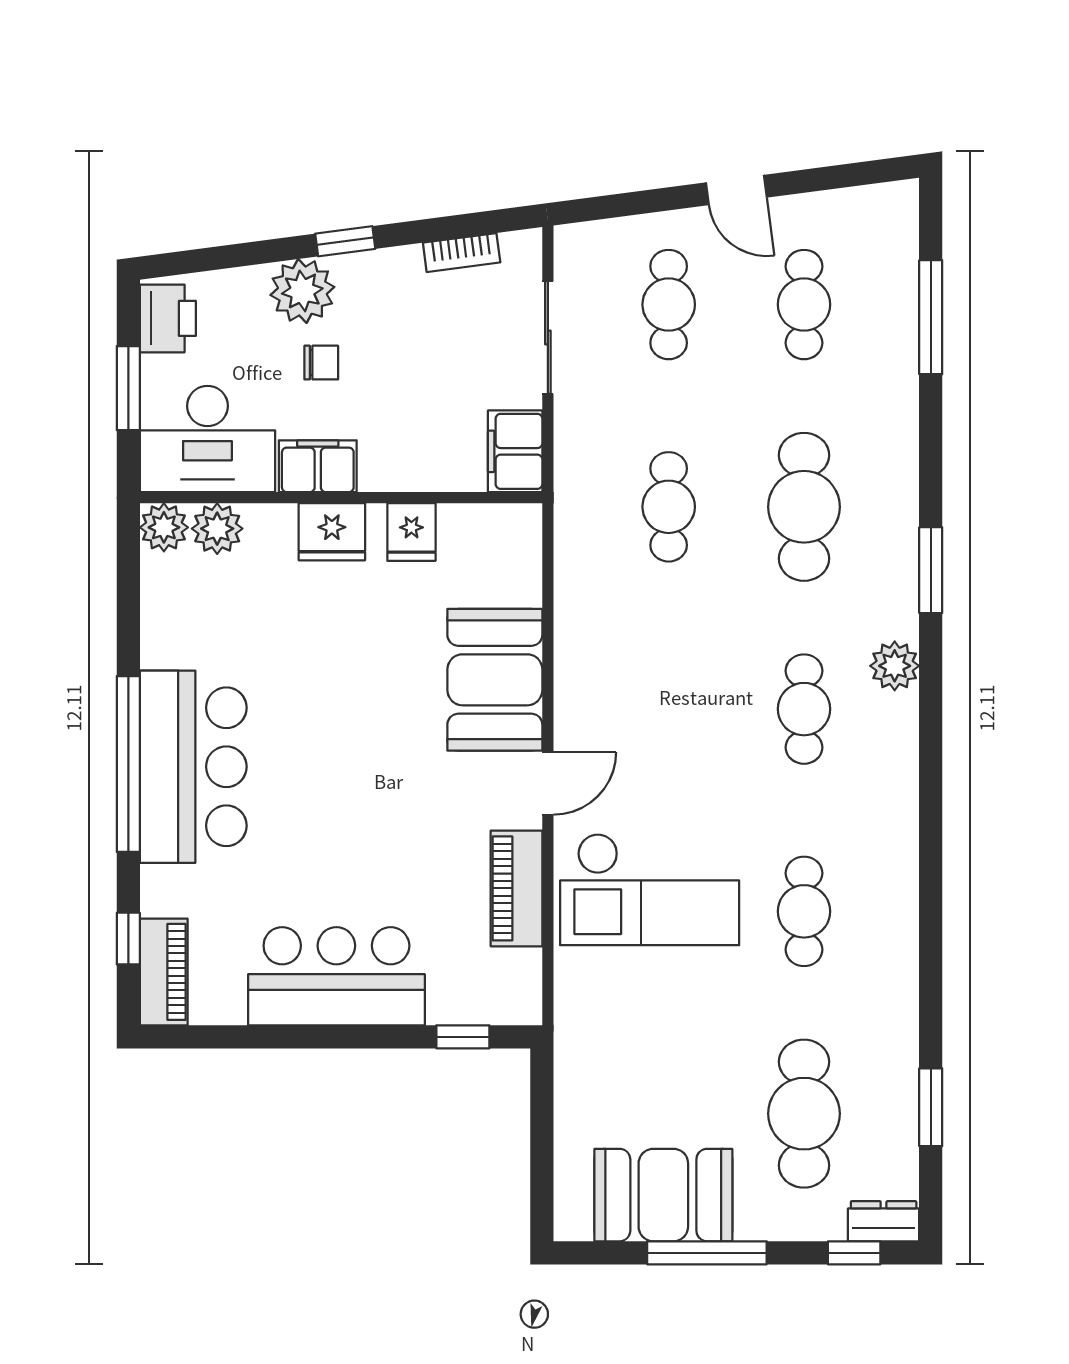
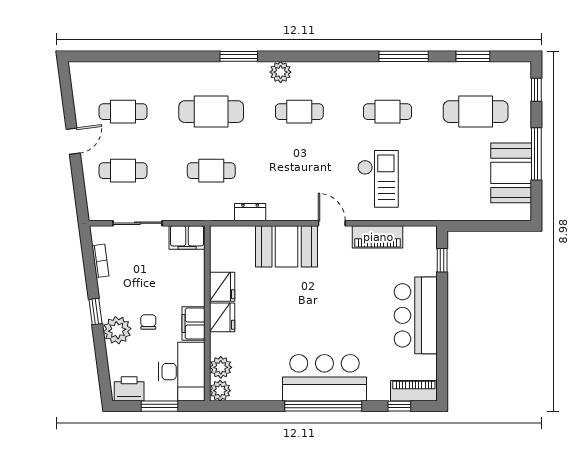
window: (931, 317) -> (404, 56), moved
fridge: (411, 532) -> (222, 287), width x1.38
checkout: (650, 889) -> (378, 179), width x0.73, depth x0.83
dresser: (884, 1221) -> (250, 212), moved, turned 90

